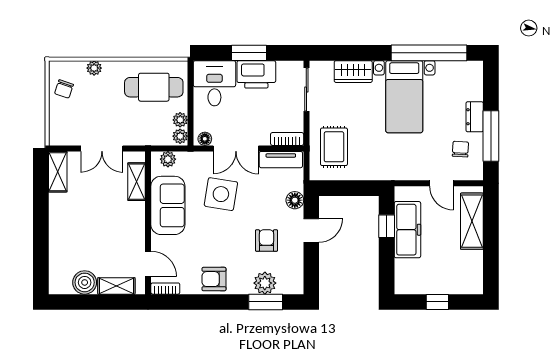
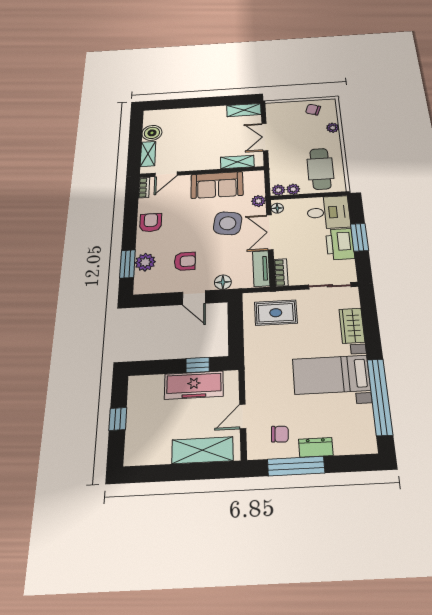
plant: (168, 159) -> (258, 201), moved

